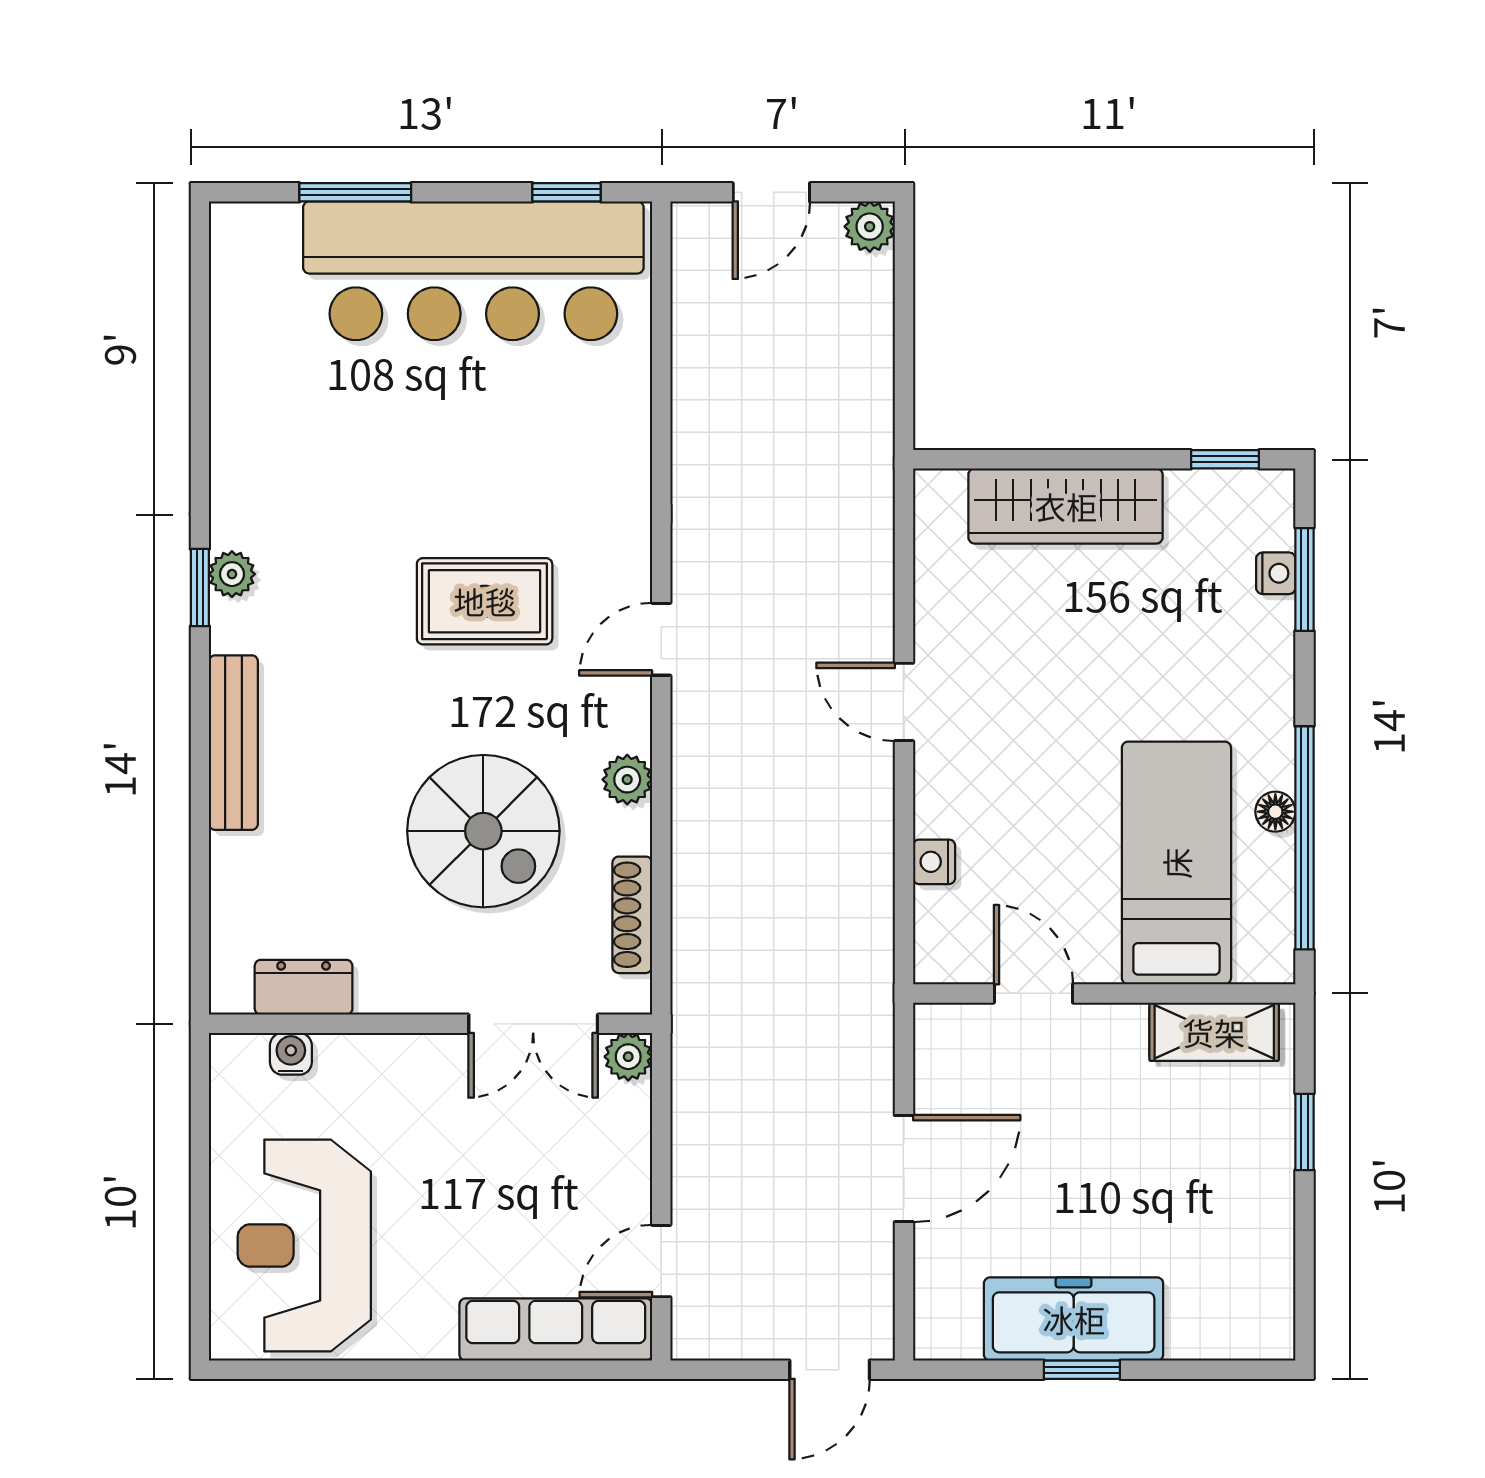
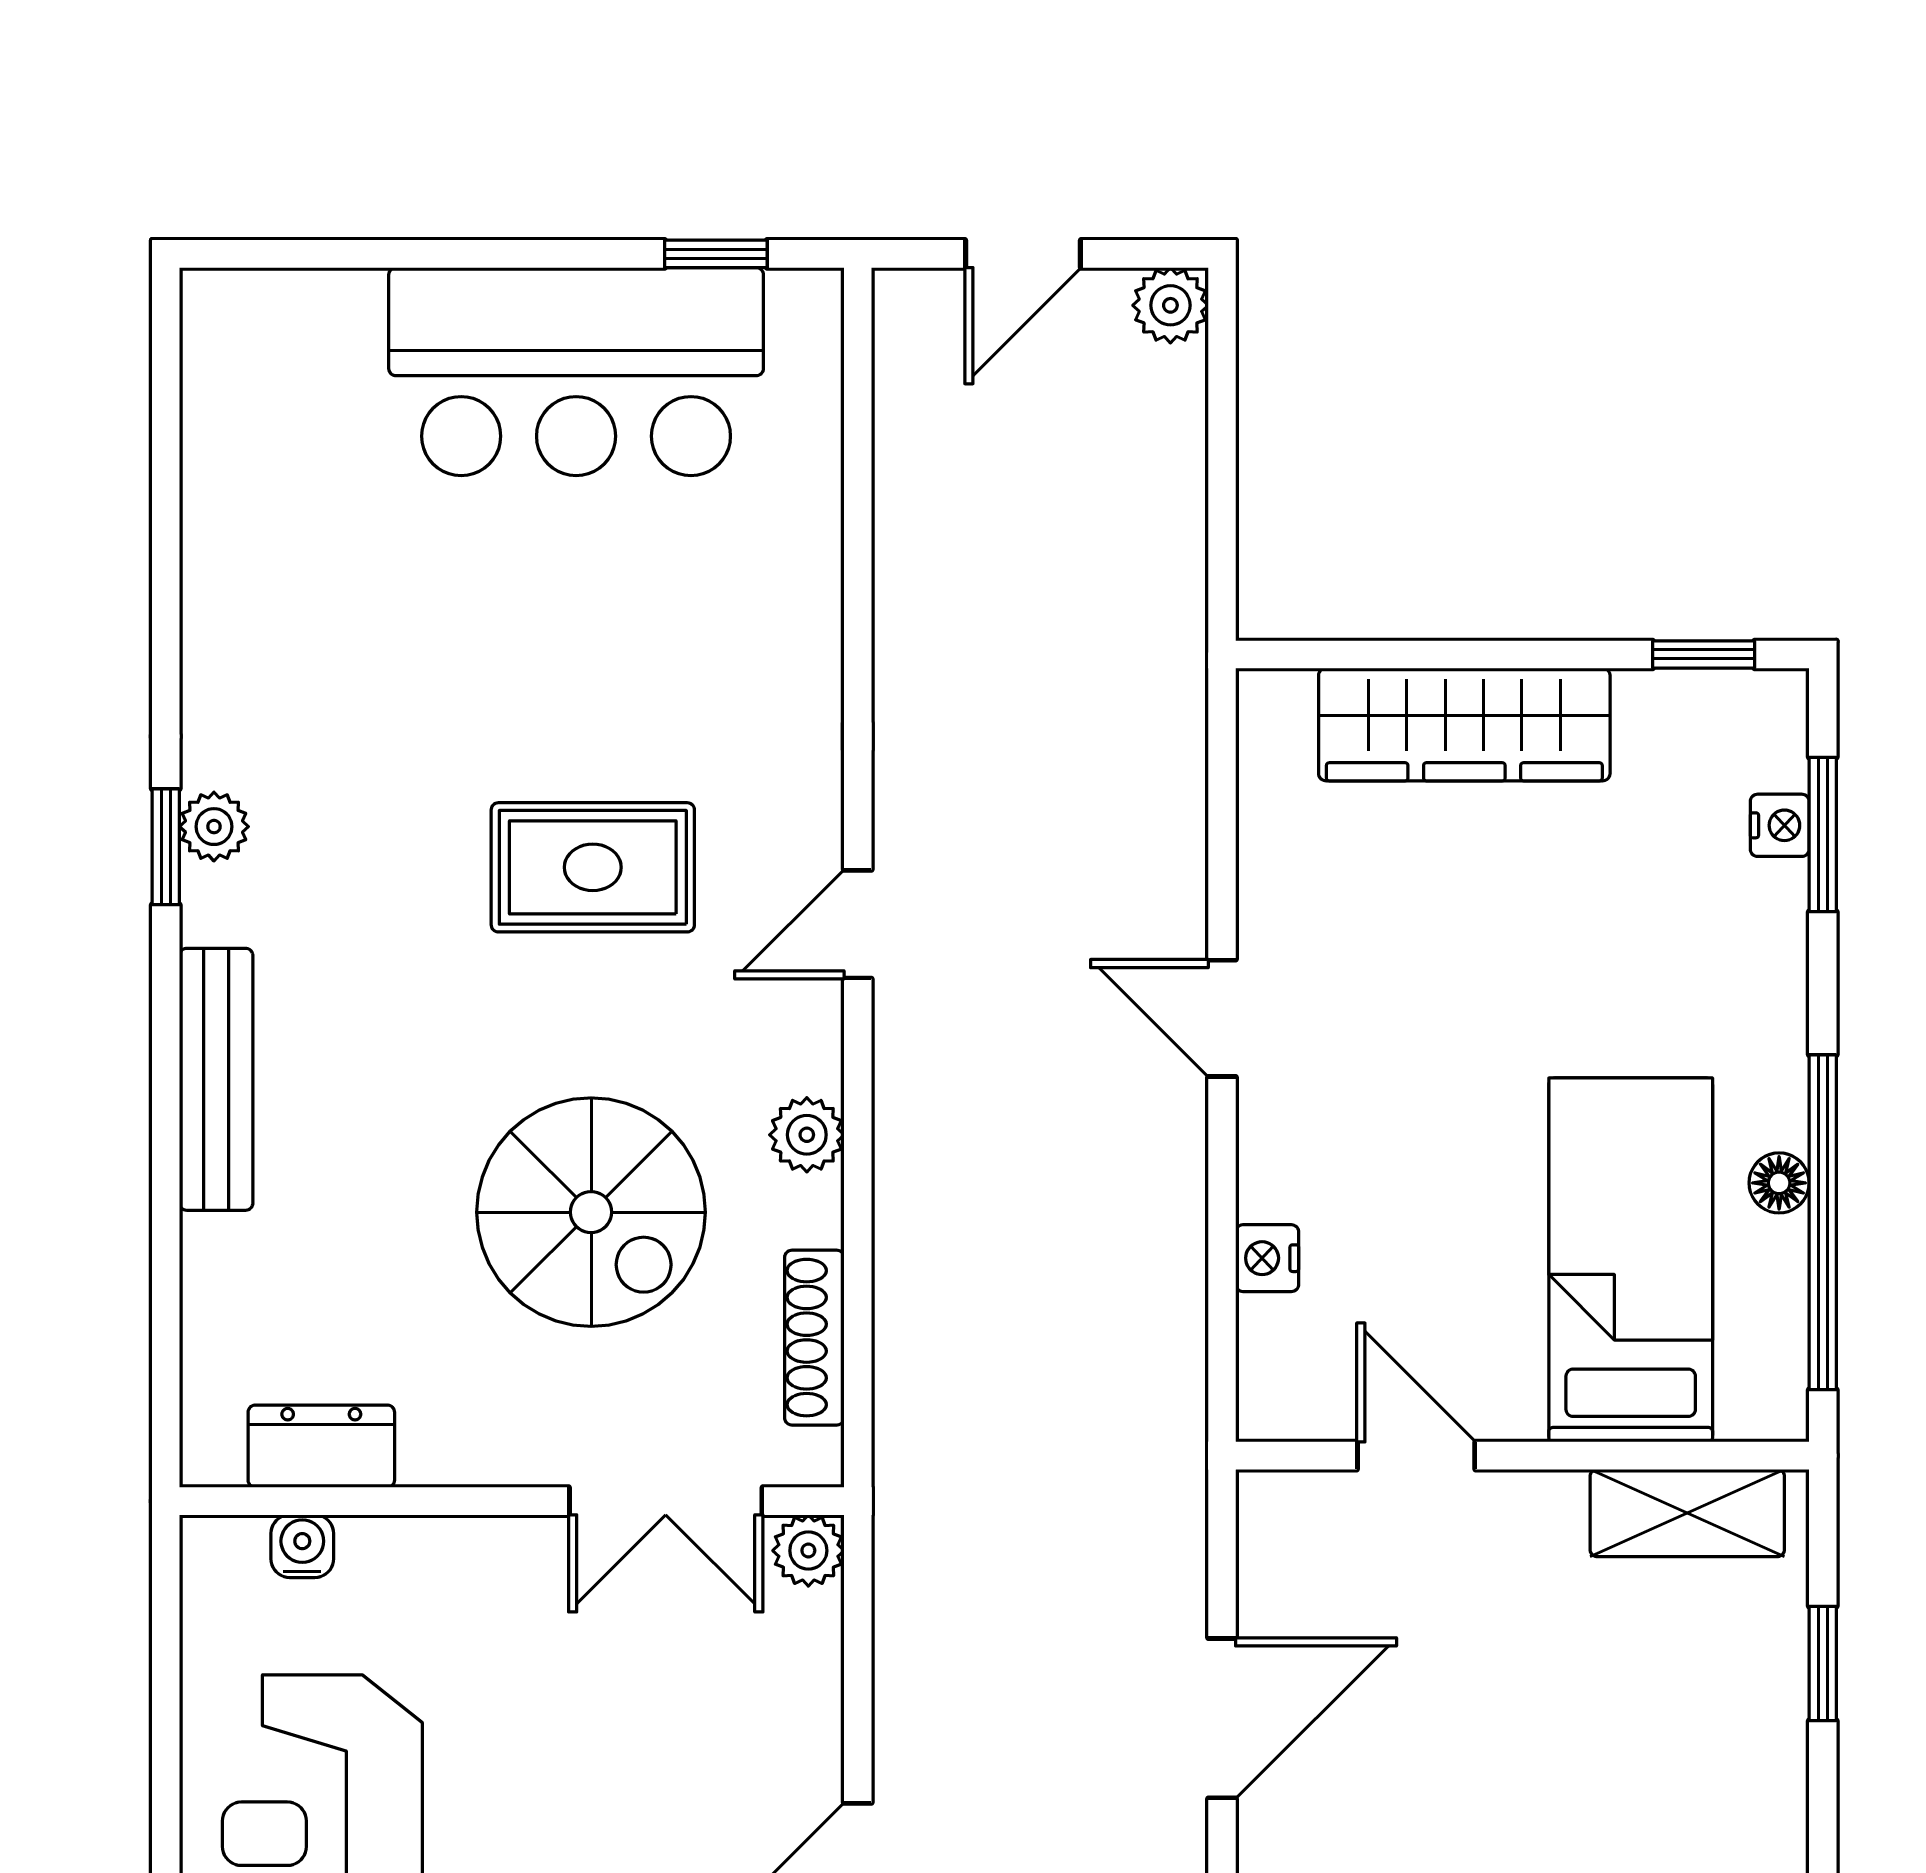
window: (355, 192) -> (399, 254), removed
bar counter: (473, 271) -> (576, 372), width x0.73

